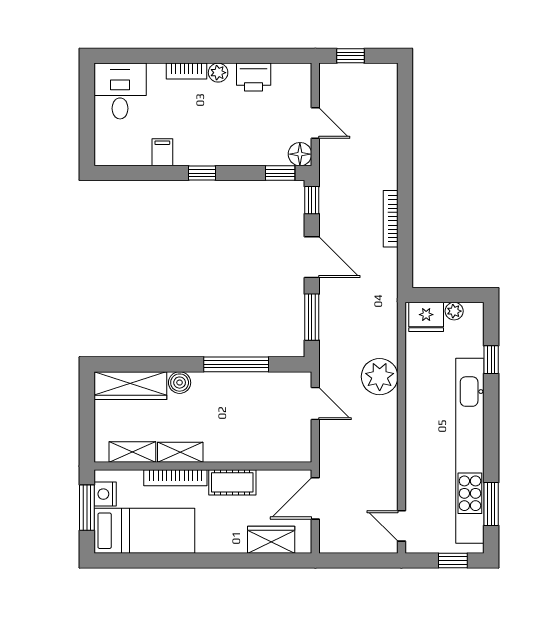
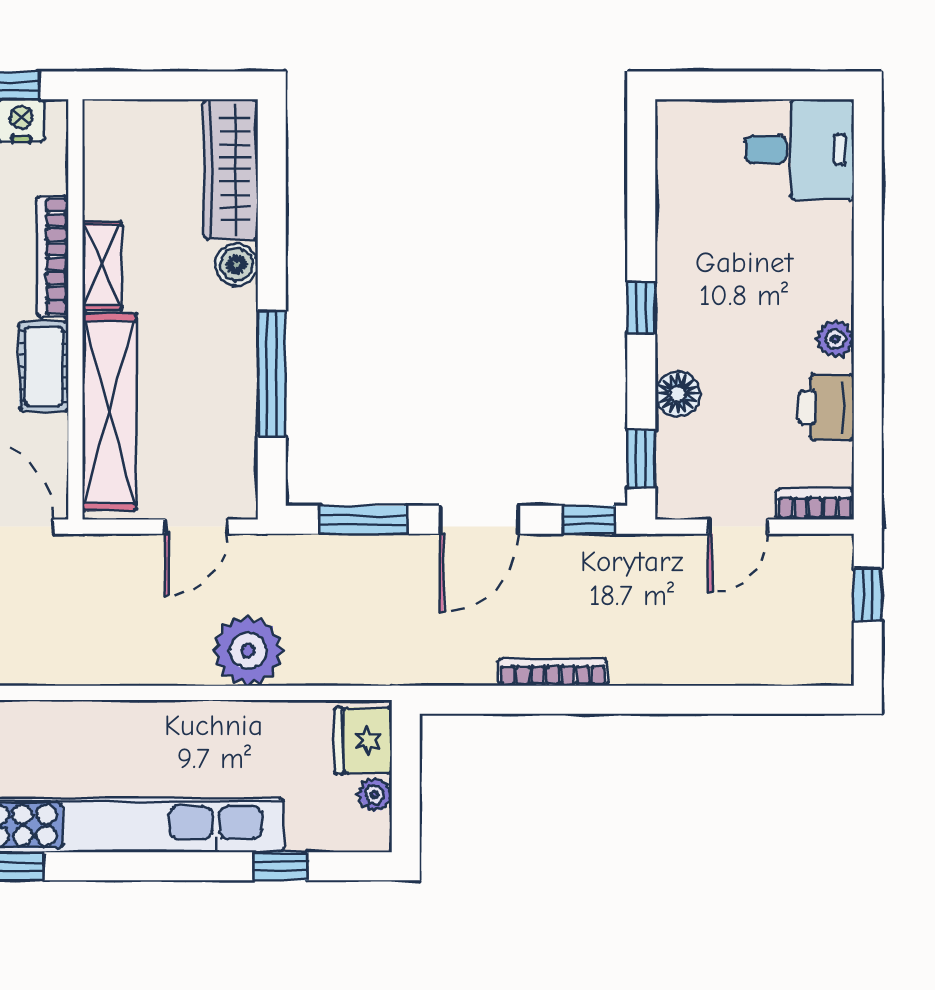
bookcase: (186, 71) -> (815, 504), moved, turned 90
filing cabinet: (162, 152) -> (681, 231), removed
floor lamp: (300, 154) -> (678, 394), moved
shelving: (132, 452) -> (109, 412), moved, width x2.20, depth x1.33

